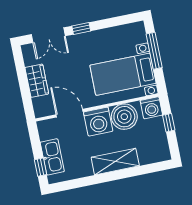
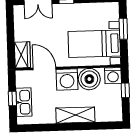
window: (154, 51) -> (123, 29), width x0.69
wardrobe: (37, 81) -> (22, 55), moved
window: (41, 167) -> (12, 98), moved

